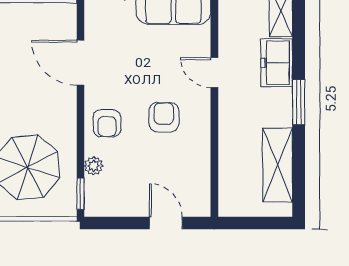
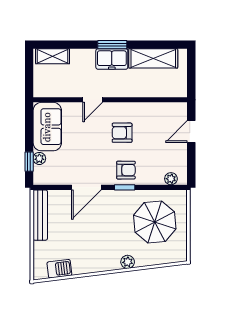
freezer: (277, 63) -> (112, 59), moved
plant: (94, 166) -> (171, 179), moved
window: (80, 194) -> (125, 187), moved

